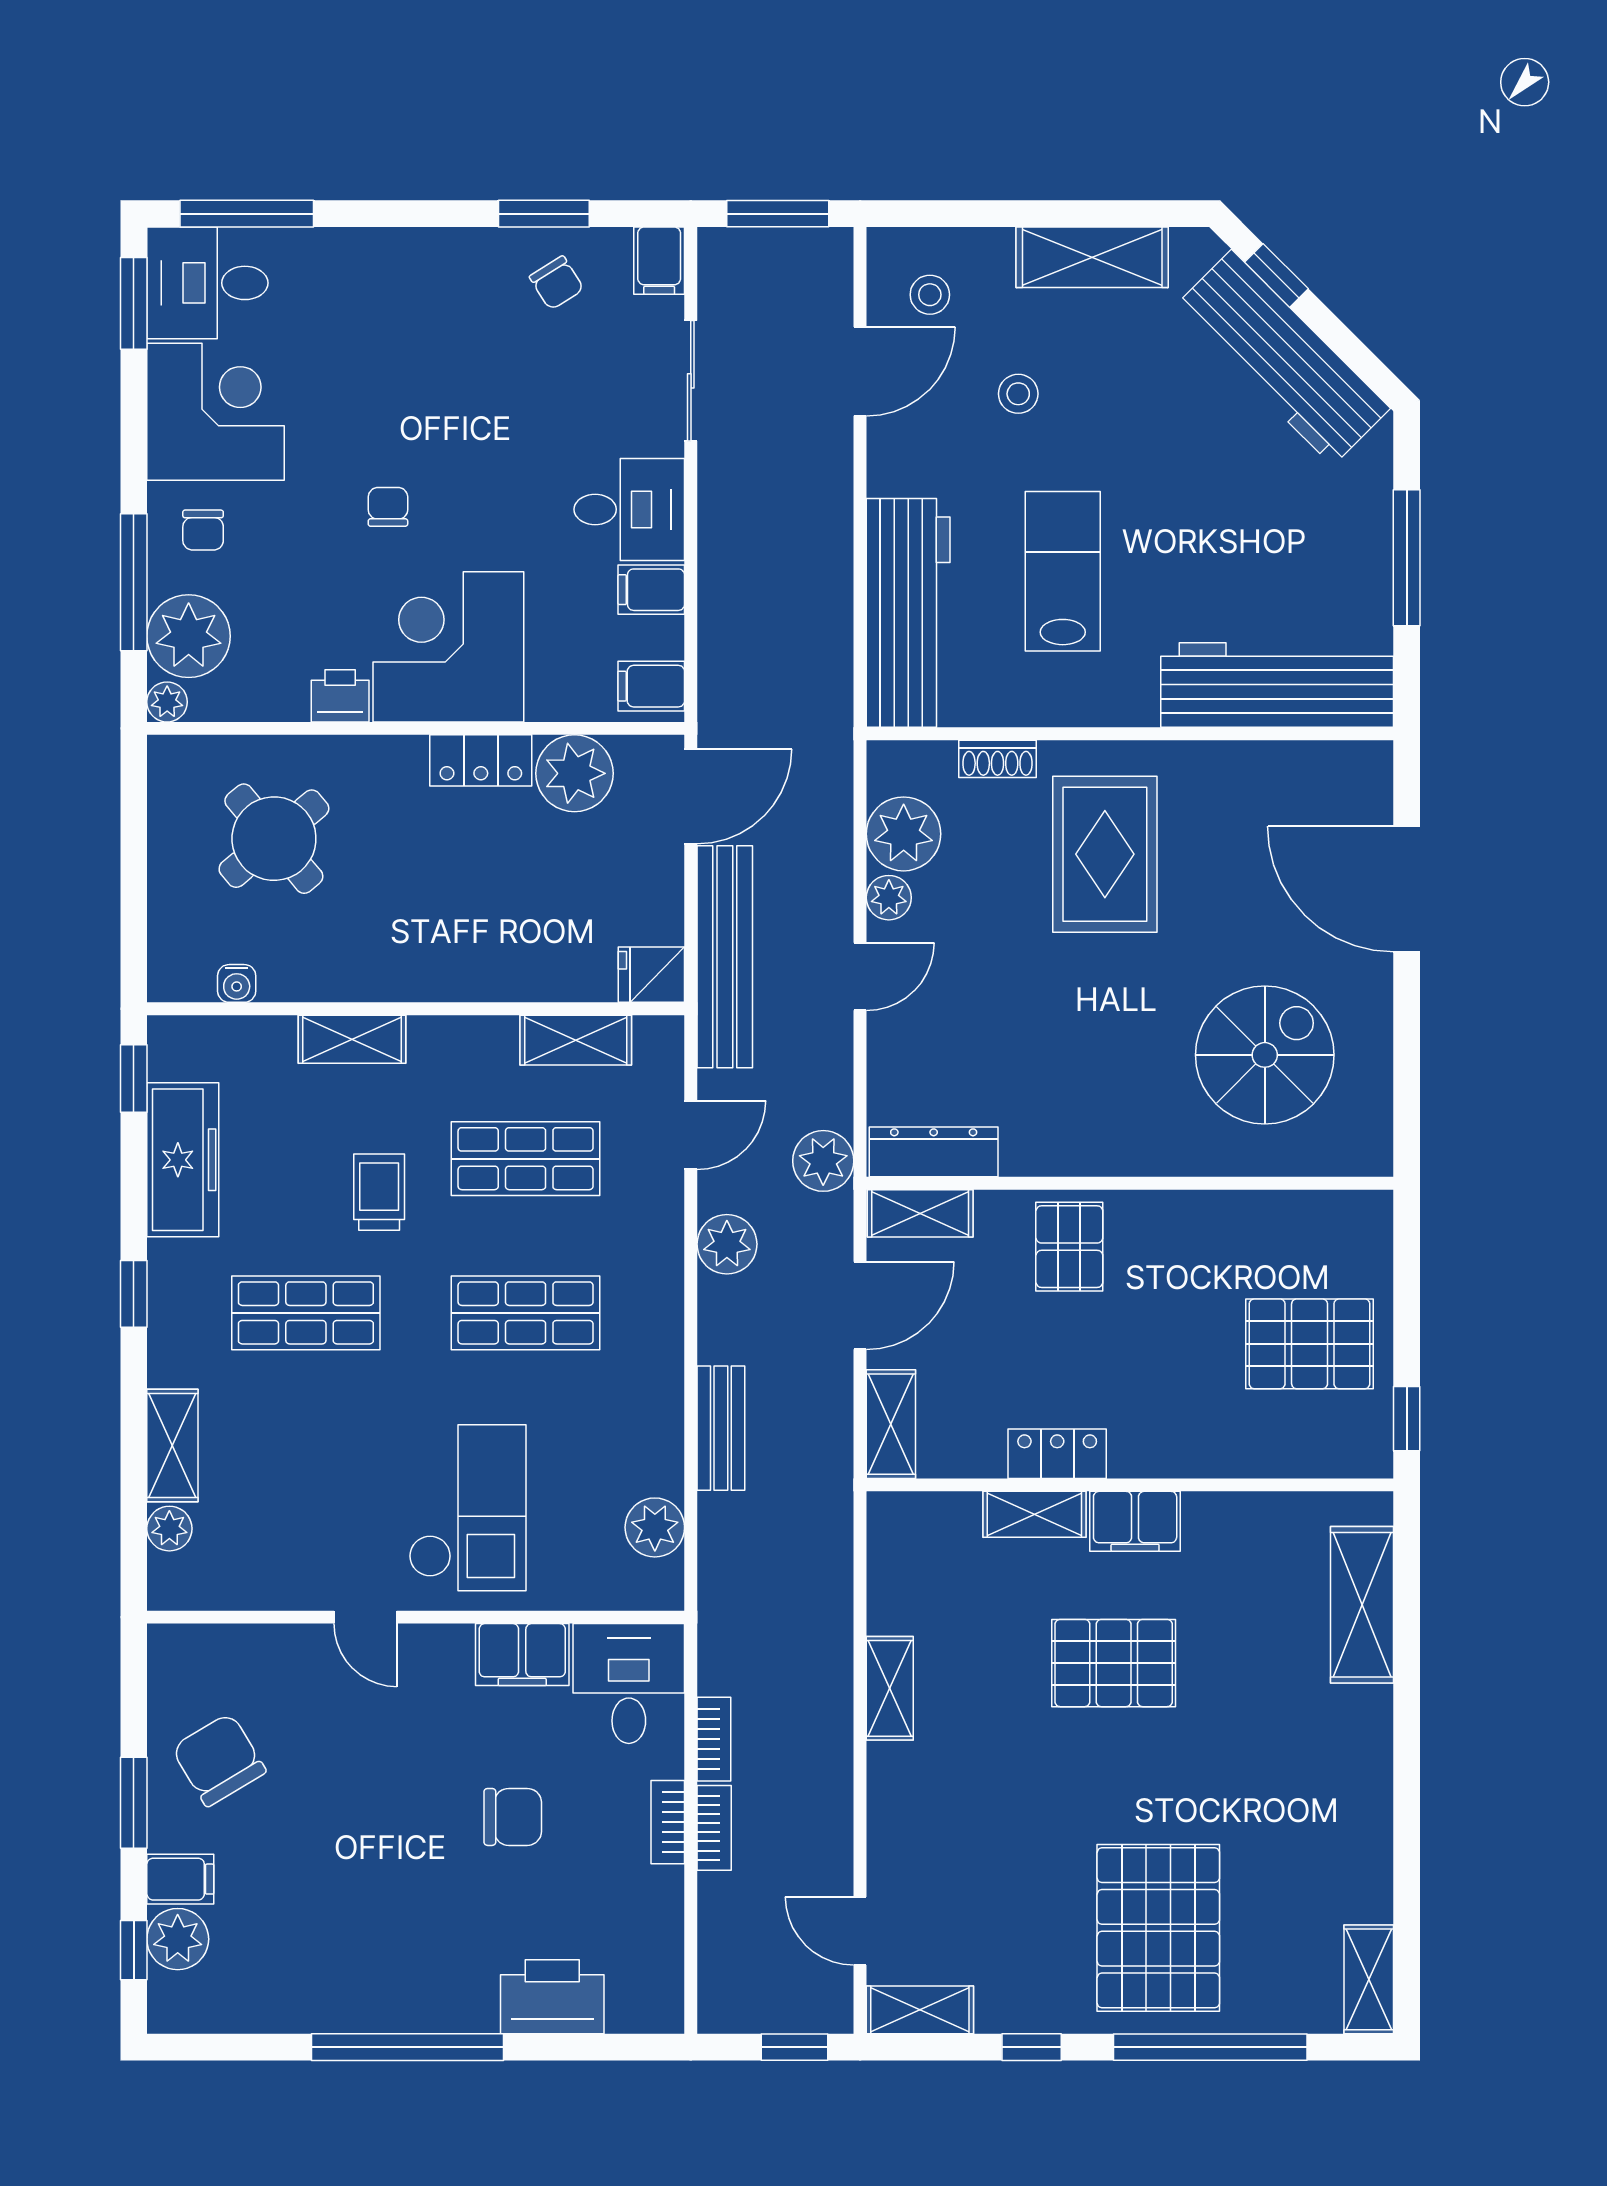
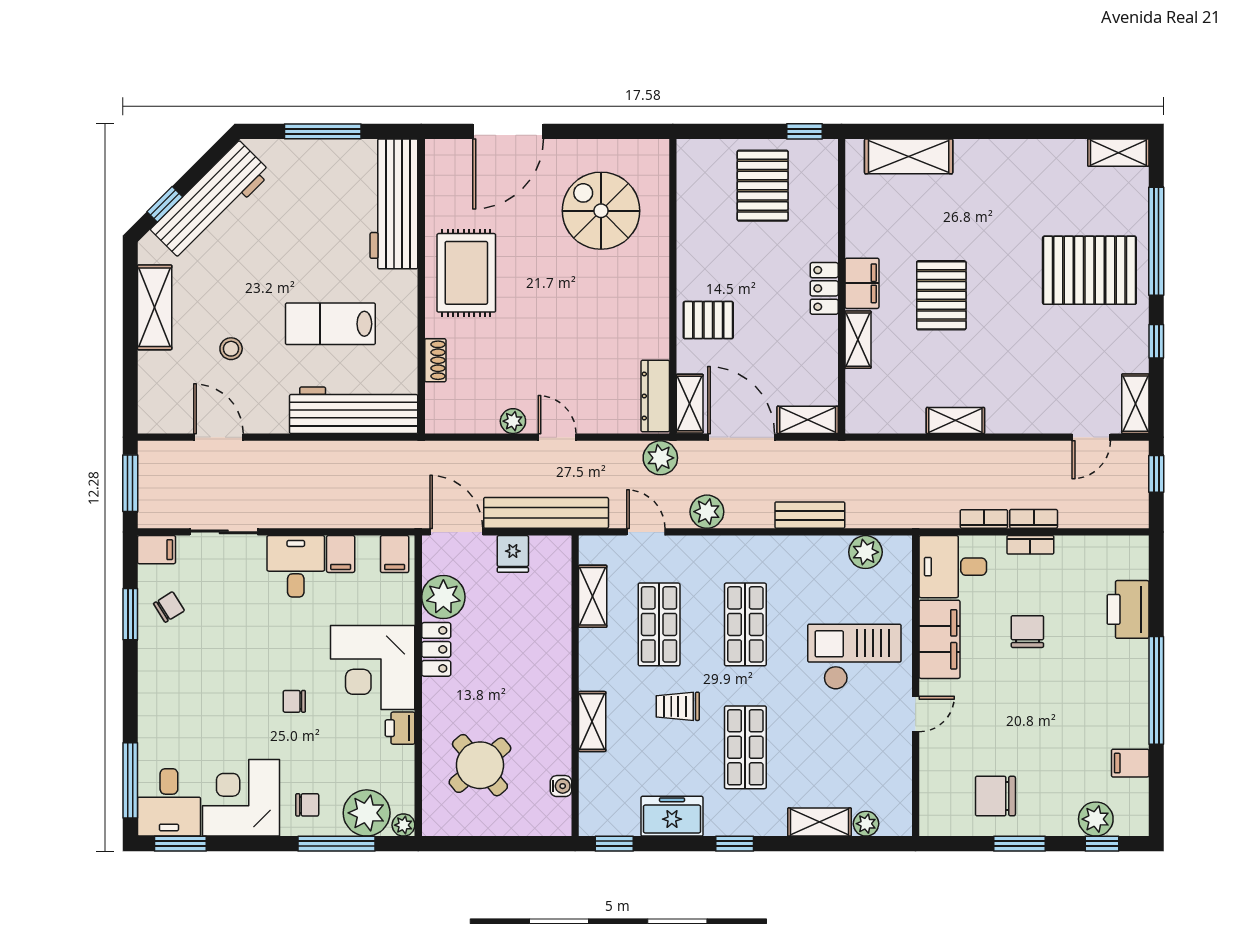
stool: (930, 295) -> (176, 398), removed
plant: (904, 834) -> (477, 413), removed
rug: (1105, 854) -> (466, 273), moved, turned 90
fridge: (651, 975) -> (513, 554), moved
freezer: (183, 1160) -> (672, 816), width x0.71
door: (860, 1305) -> (741, 437), width x1.36
locker: (1057, 1454) -> (824, 288), moved
filing cabinet: (522, 1655) -> (939, 639), width x1.50, depth x1.17
chair: (219, 1760) -> (995, 796), turned 31
filing cabinet: (180, 1879) -> (1130, 763), moved, turned -90

